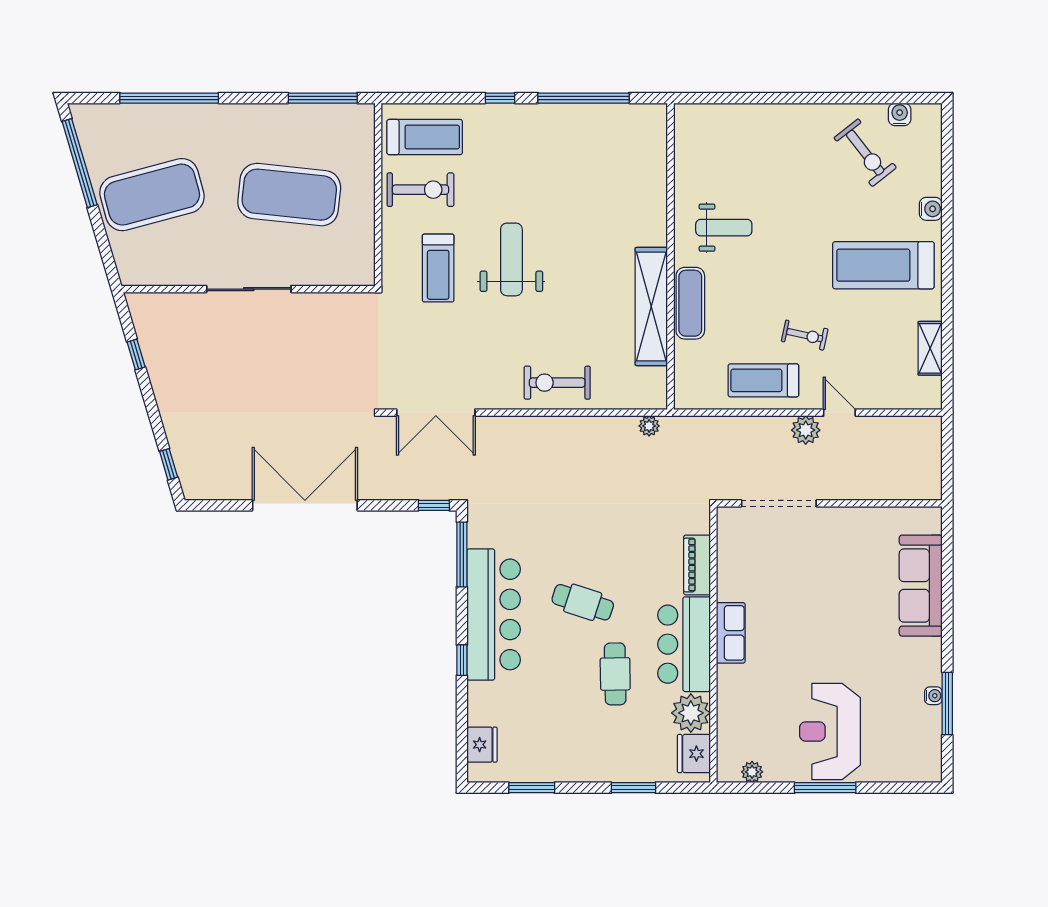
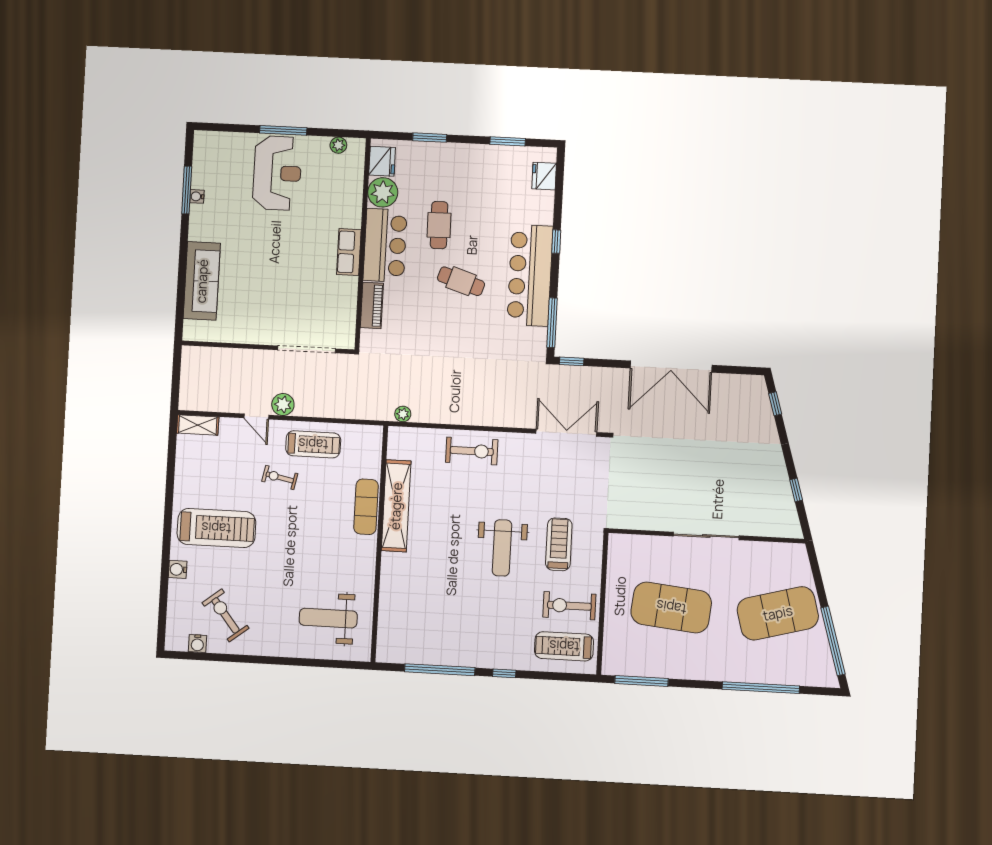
weight bench: (724, 228) -> (328, 618), moved, width x1.36, depth x1.33
shelving: (930, 348) -> (198, 425), moved, turned 90

